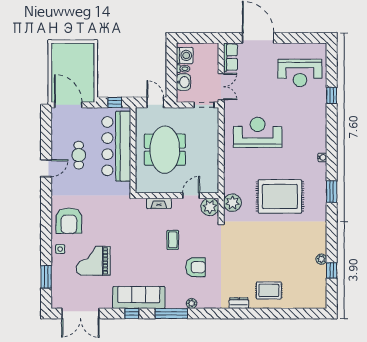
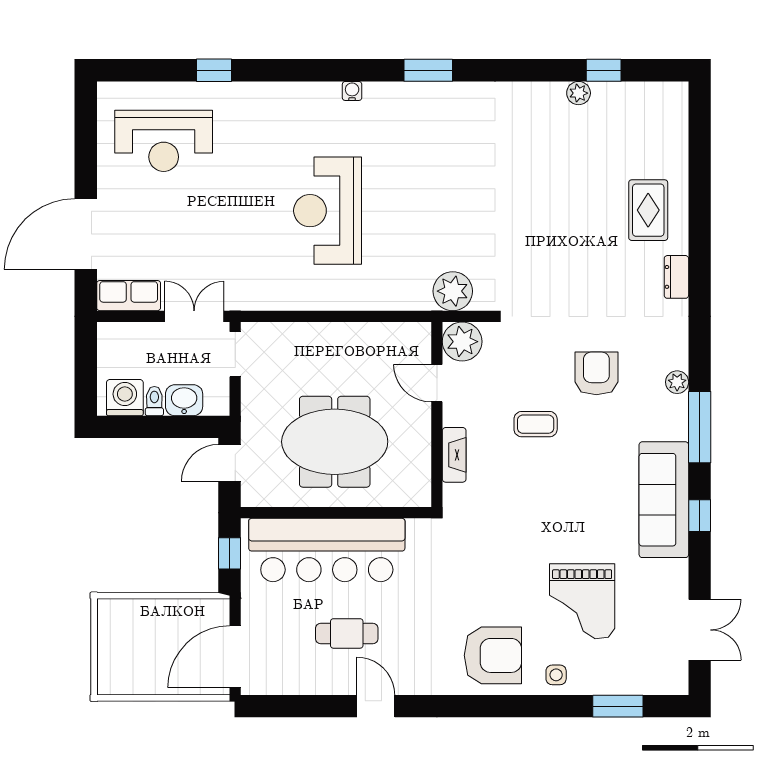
reception desk: (300, 73) -> (164, 141), turned 90
reception desk: (258, 132) -> (328, 211), moved
rug: (280, 196) -> (439, 185), removed
double door: (80, 313) -> (700, 630), width x0.73

